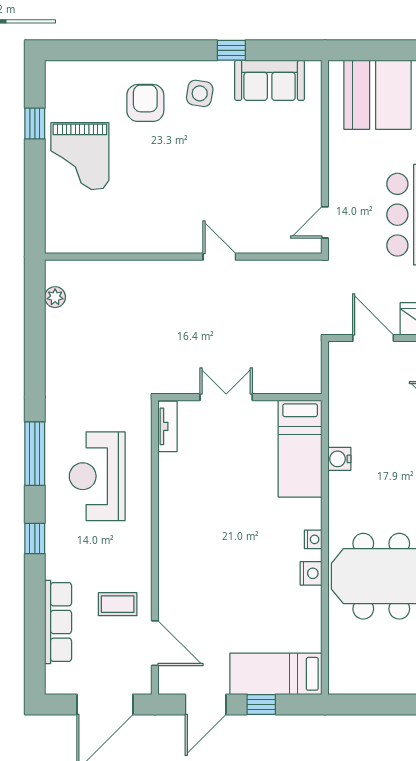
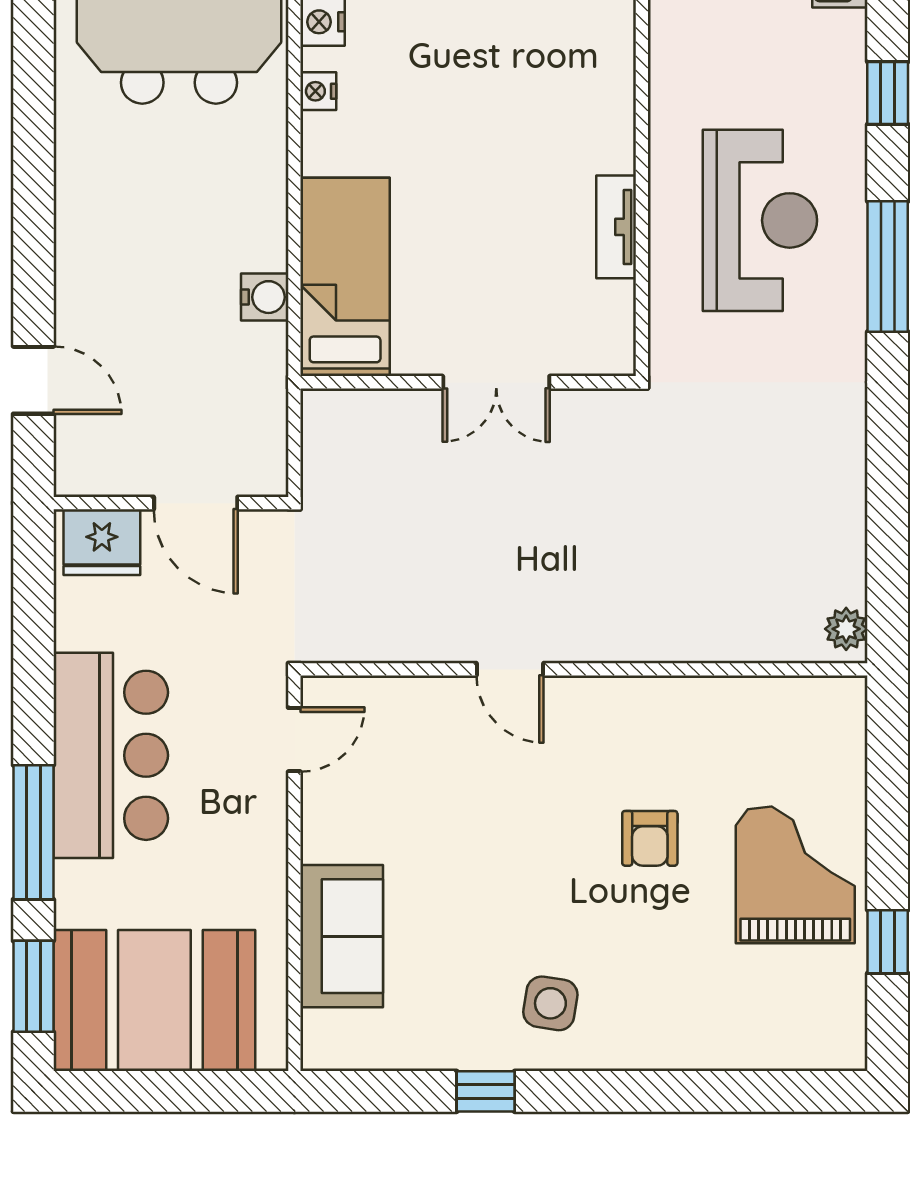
sofa: (270, 80) -> (342, 936), moved, turned 90
armchair: (145, 103) -> (650, 838), moved, width x0.72, depth x0.72
plant: (55, 297) -> (846, 629), moved
tv unit: (168, 426) -> (616, 227), moved
water cooler: (339, 459) -> (265, 297), moved

